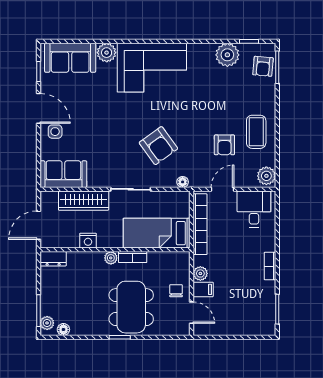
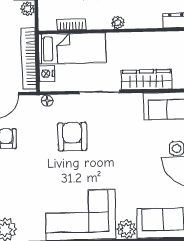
armchair: (158, 146) -> (72, 137), turned 36
nightstand: (88, 241) -> (47, 74), moved, turned -90
bookcase: (133, 257) -> (71, 24), moved

